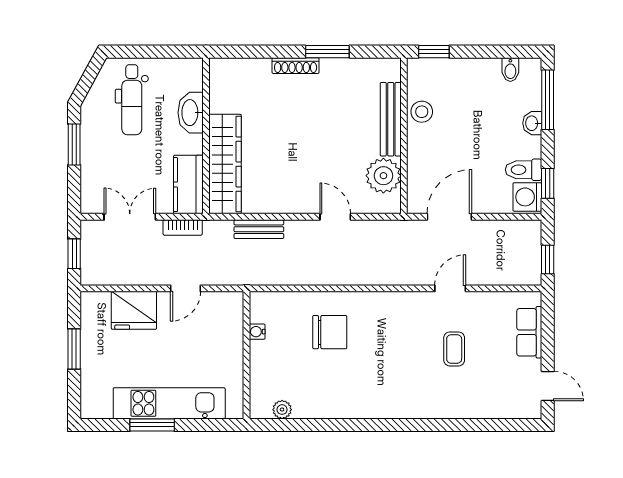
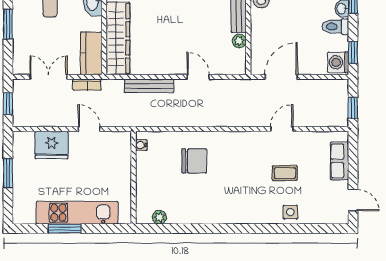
toilet: (524, 170) -> (335, 27), moved
plant: (383, 176) -> (239, 41), width x0.53, depth x0.53
bench: (259, 229) -> (149, 86), width x1.36
door: (185, 288) -> (89, 129), swing flipped
water cooler: (257, 332) -> (141, 145), moved
coffee table: (454, 349) -> (285, 173), turned 90
side table: (462, 402) -> (290, 212), added

